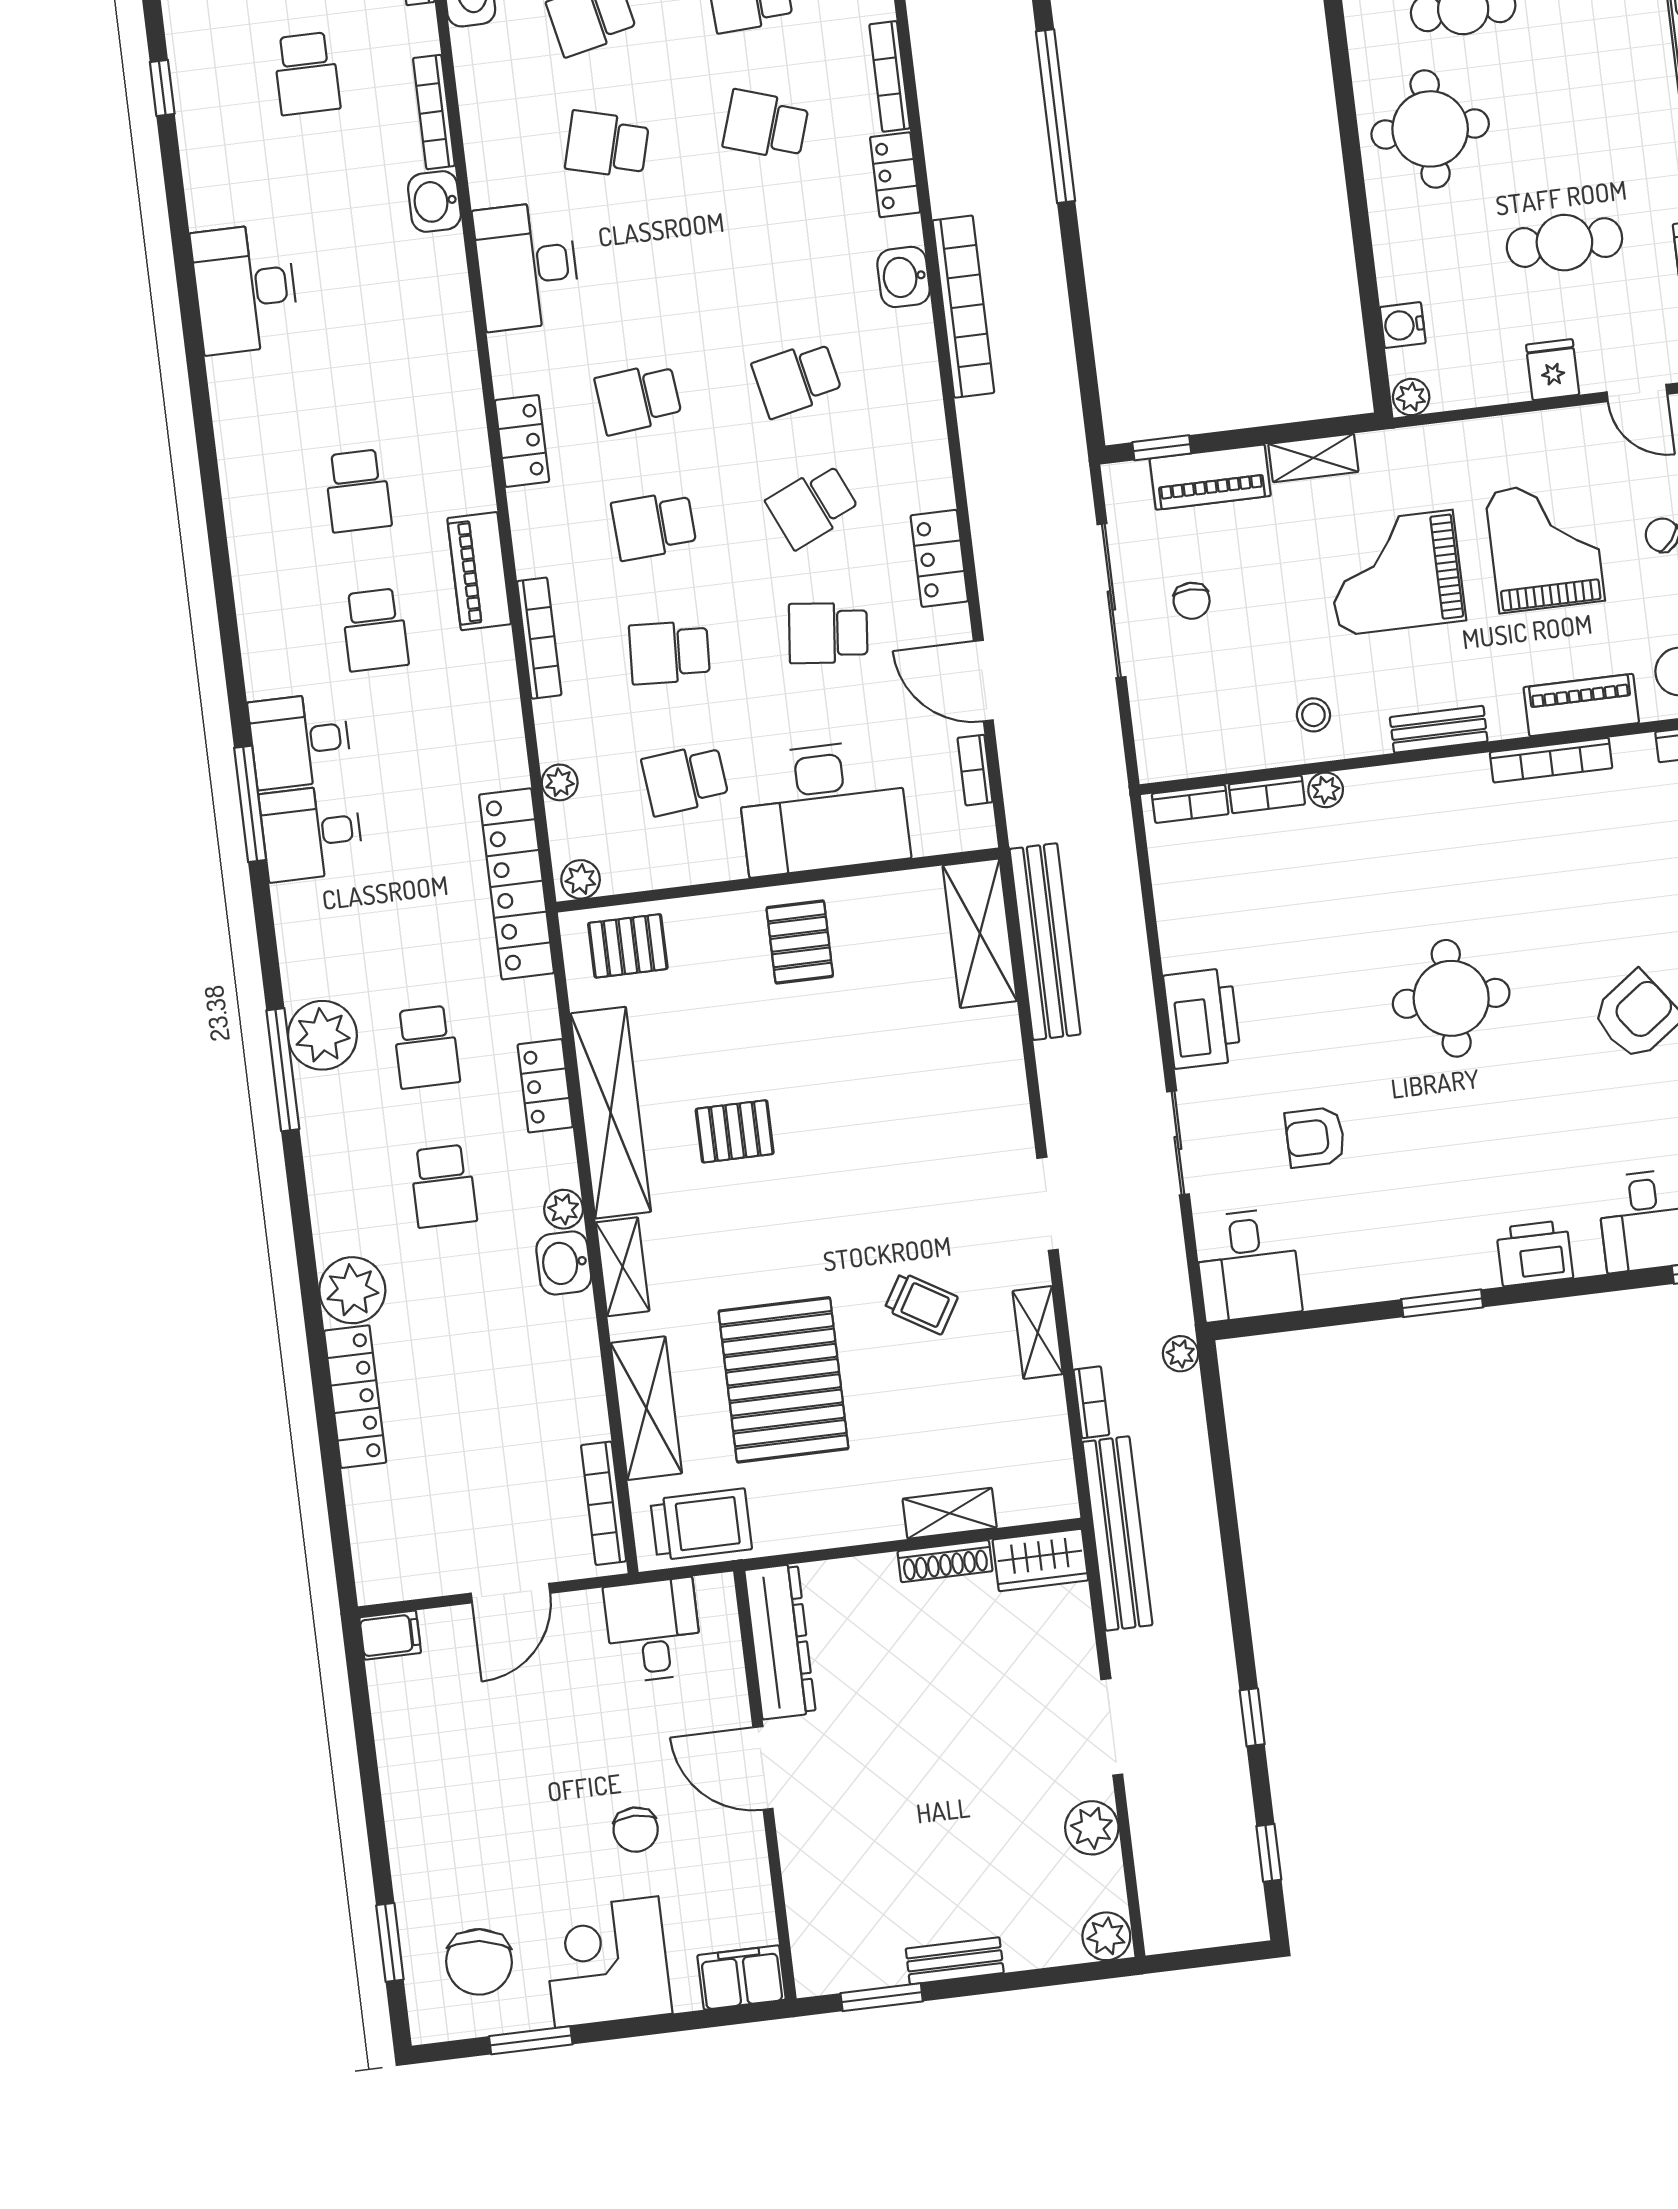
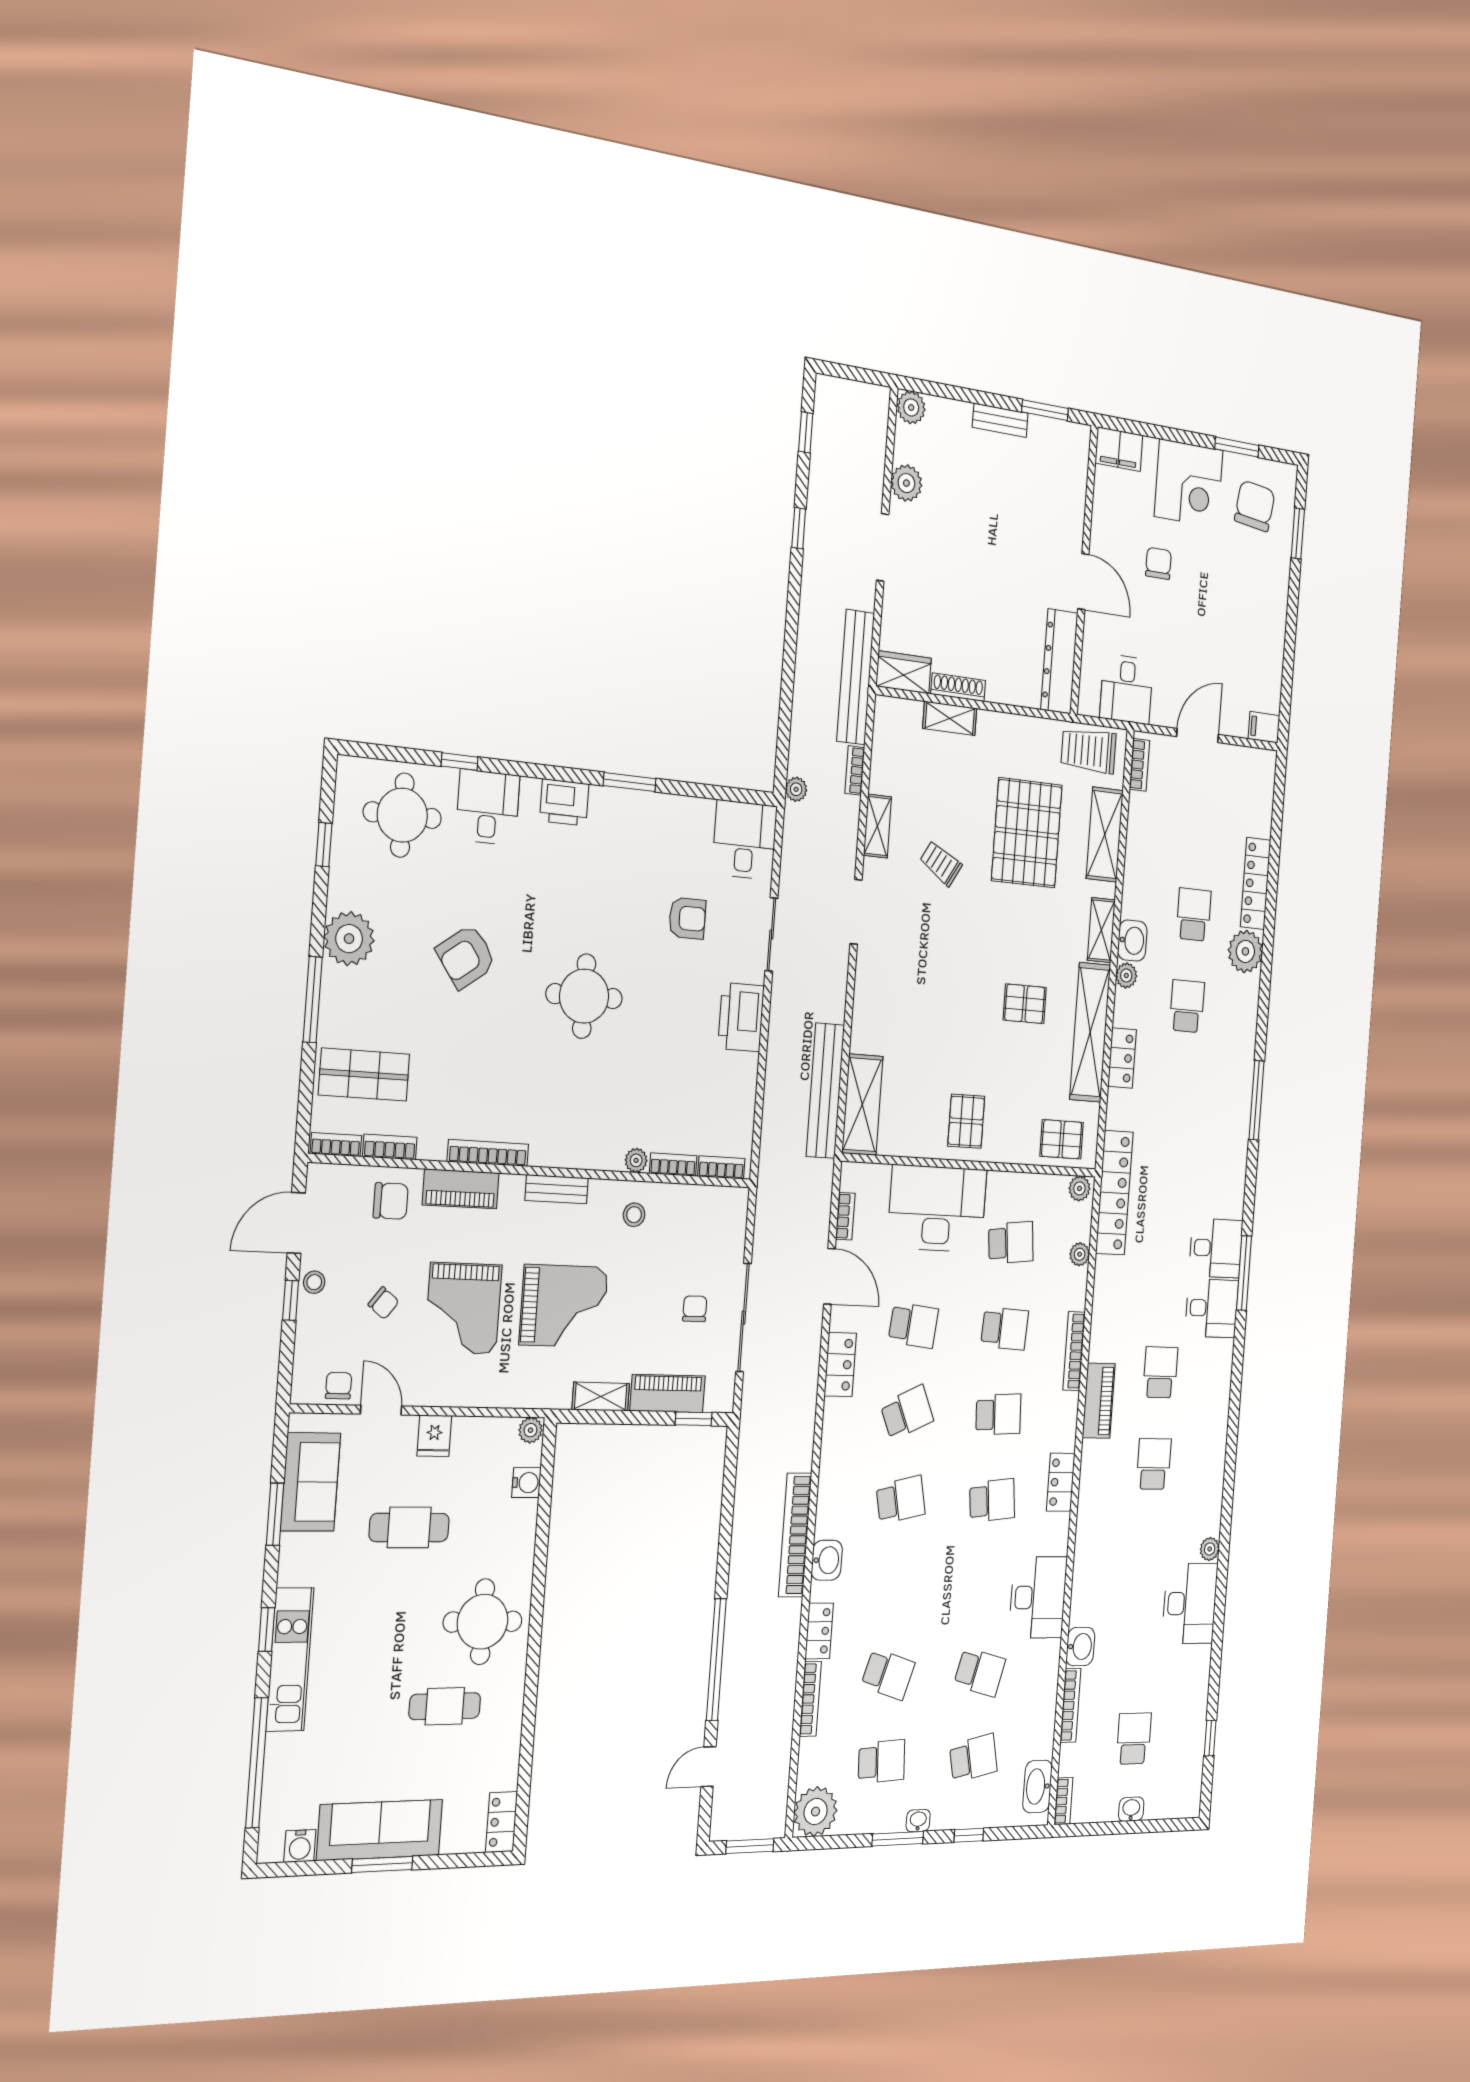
plant: (322, 1035) -> (1210, 1549), moved, width x0.53, depth x0.53
school desk: (426, 1047) -> (1194, 915), moved
bookcase: (604, 1503) -> (1139, 765), width x0.64

